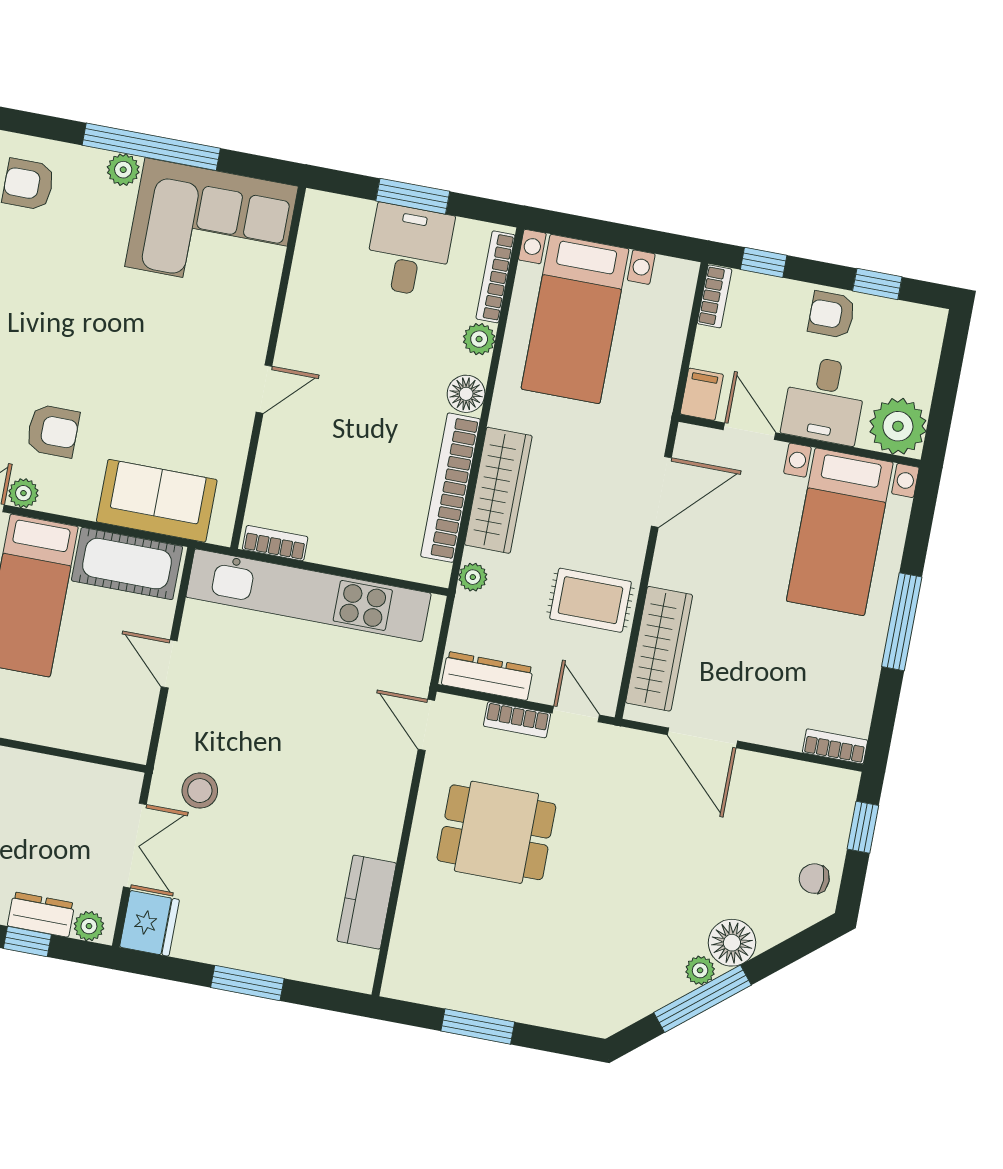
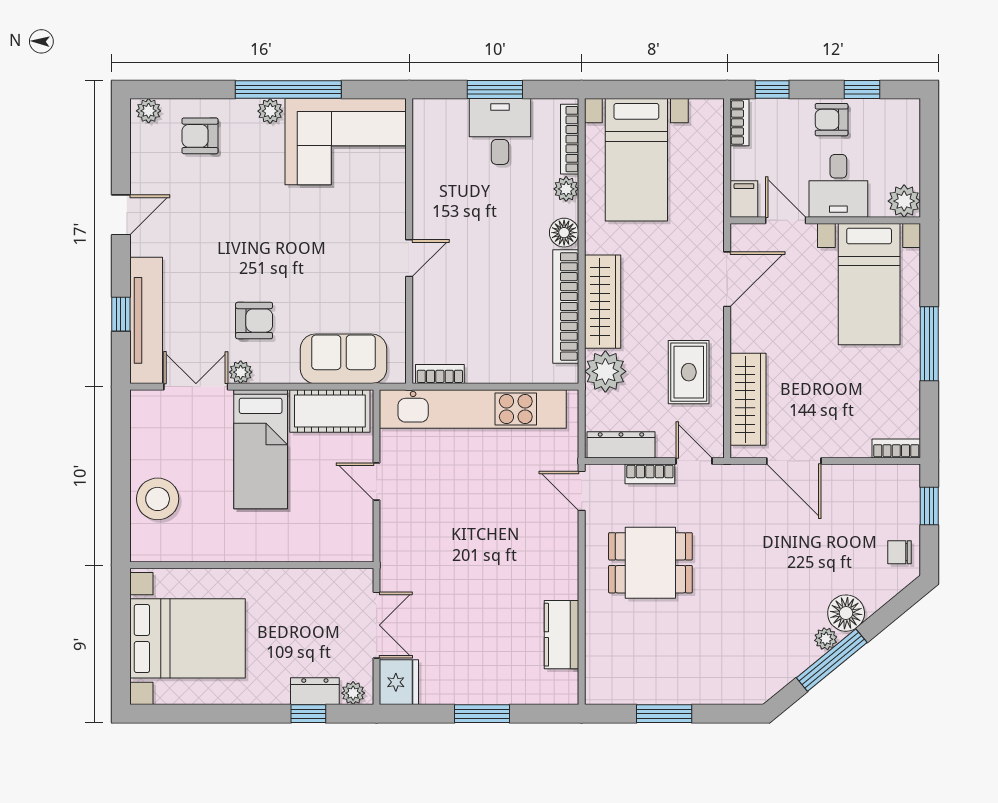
plant: (898, 426) -> (904, 201), width x0.73, depth x0.73
plant: (473, 577) -> (605, 371), width x1.88, depth x1.88
rug: (590, 600) -> (689, 372), turned 90
stool: (200, 791) -> (418, 574), removed

